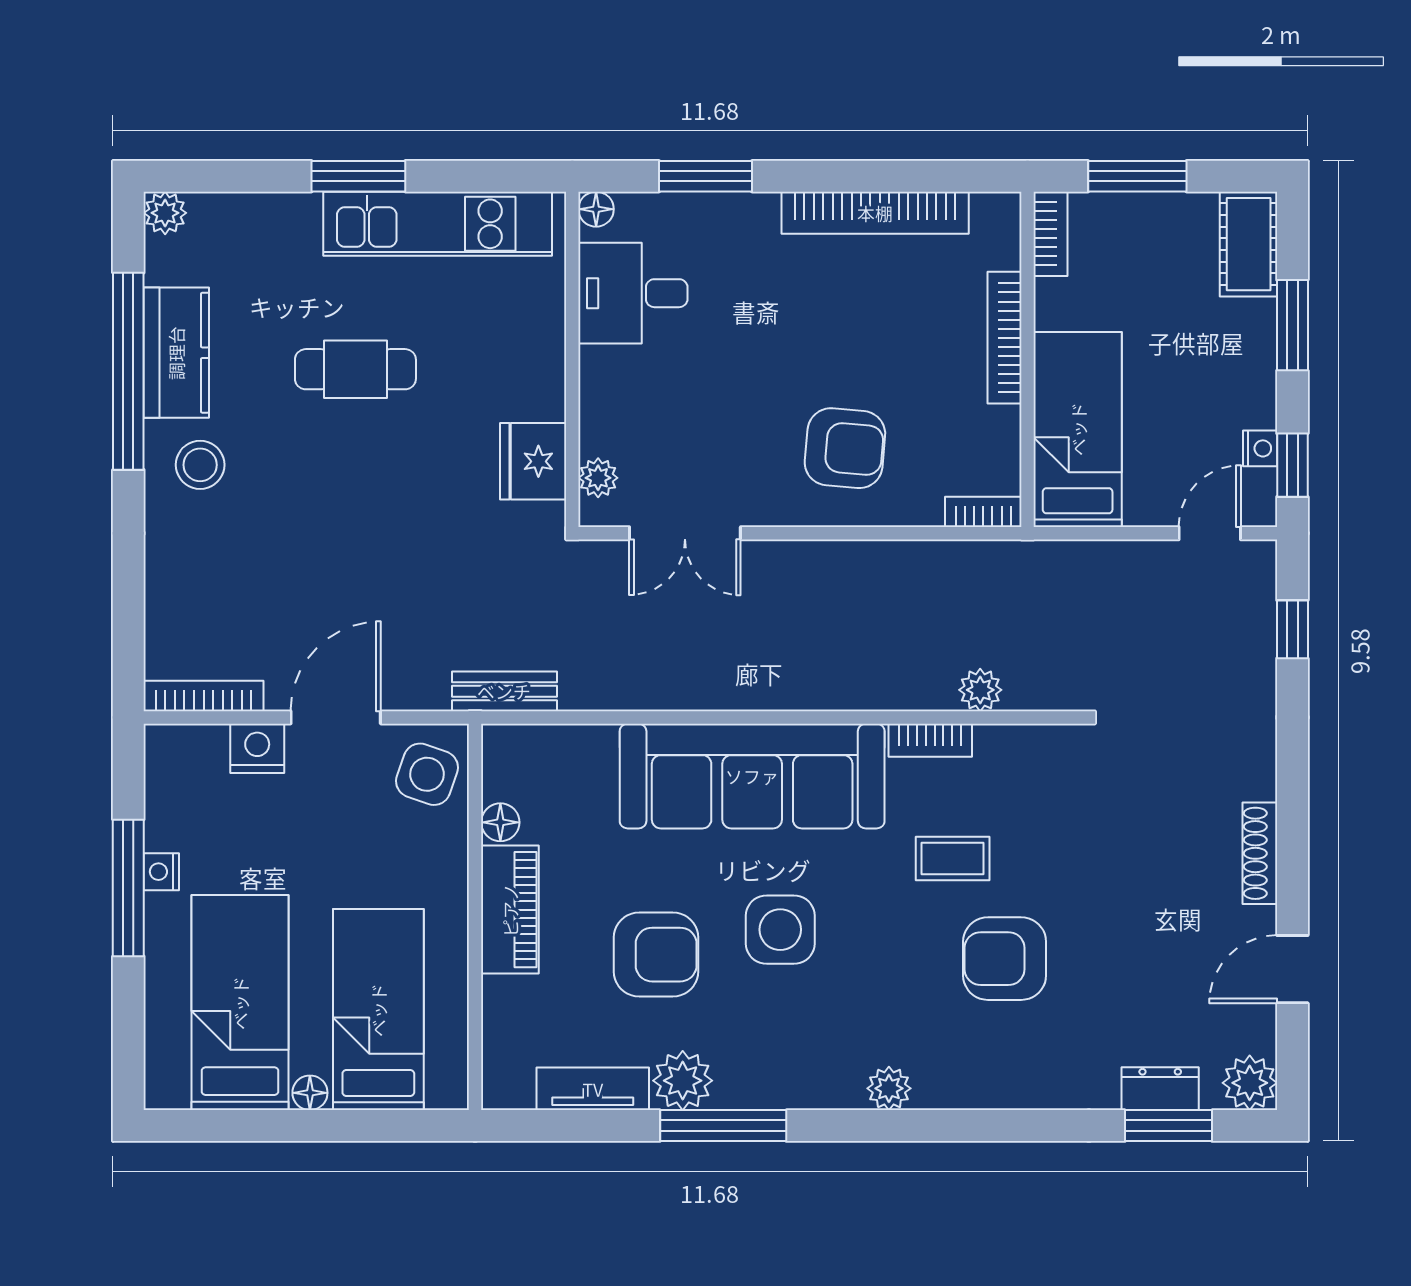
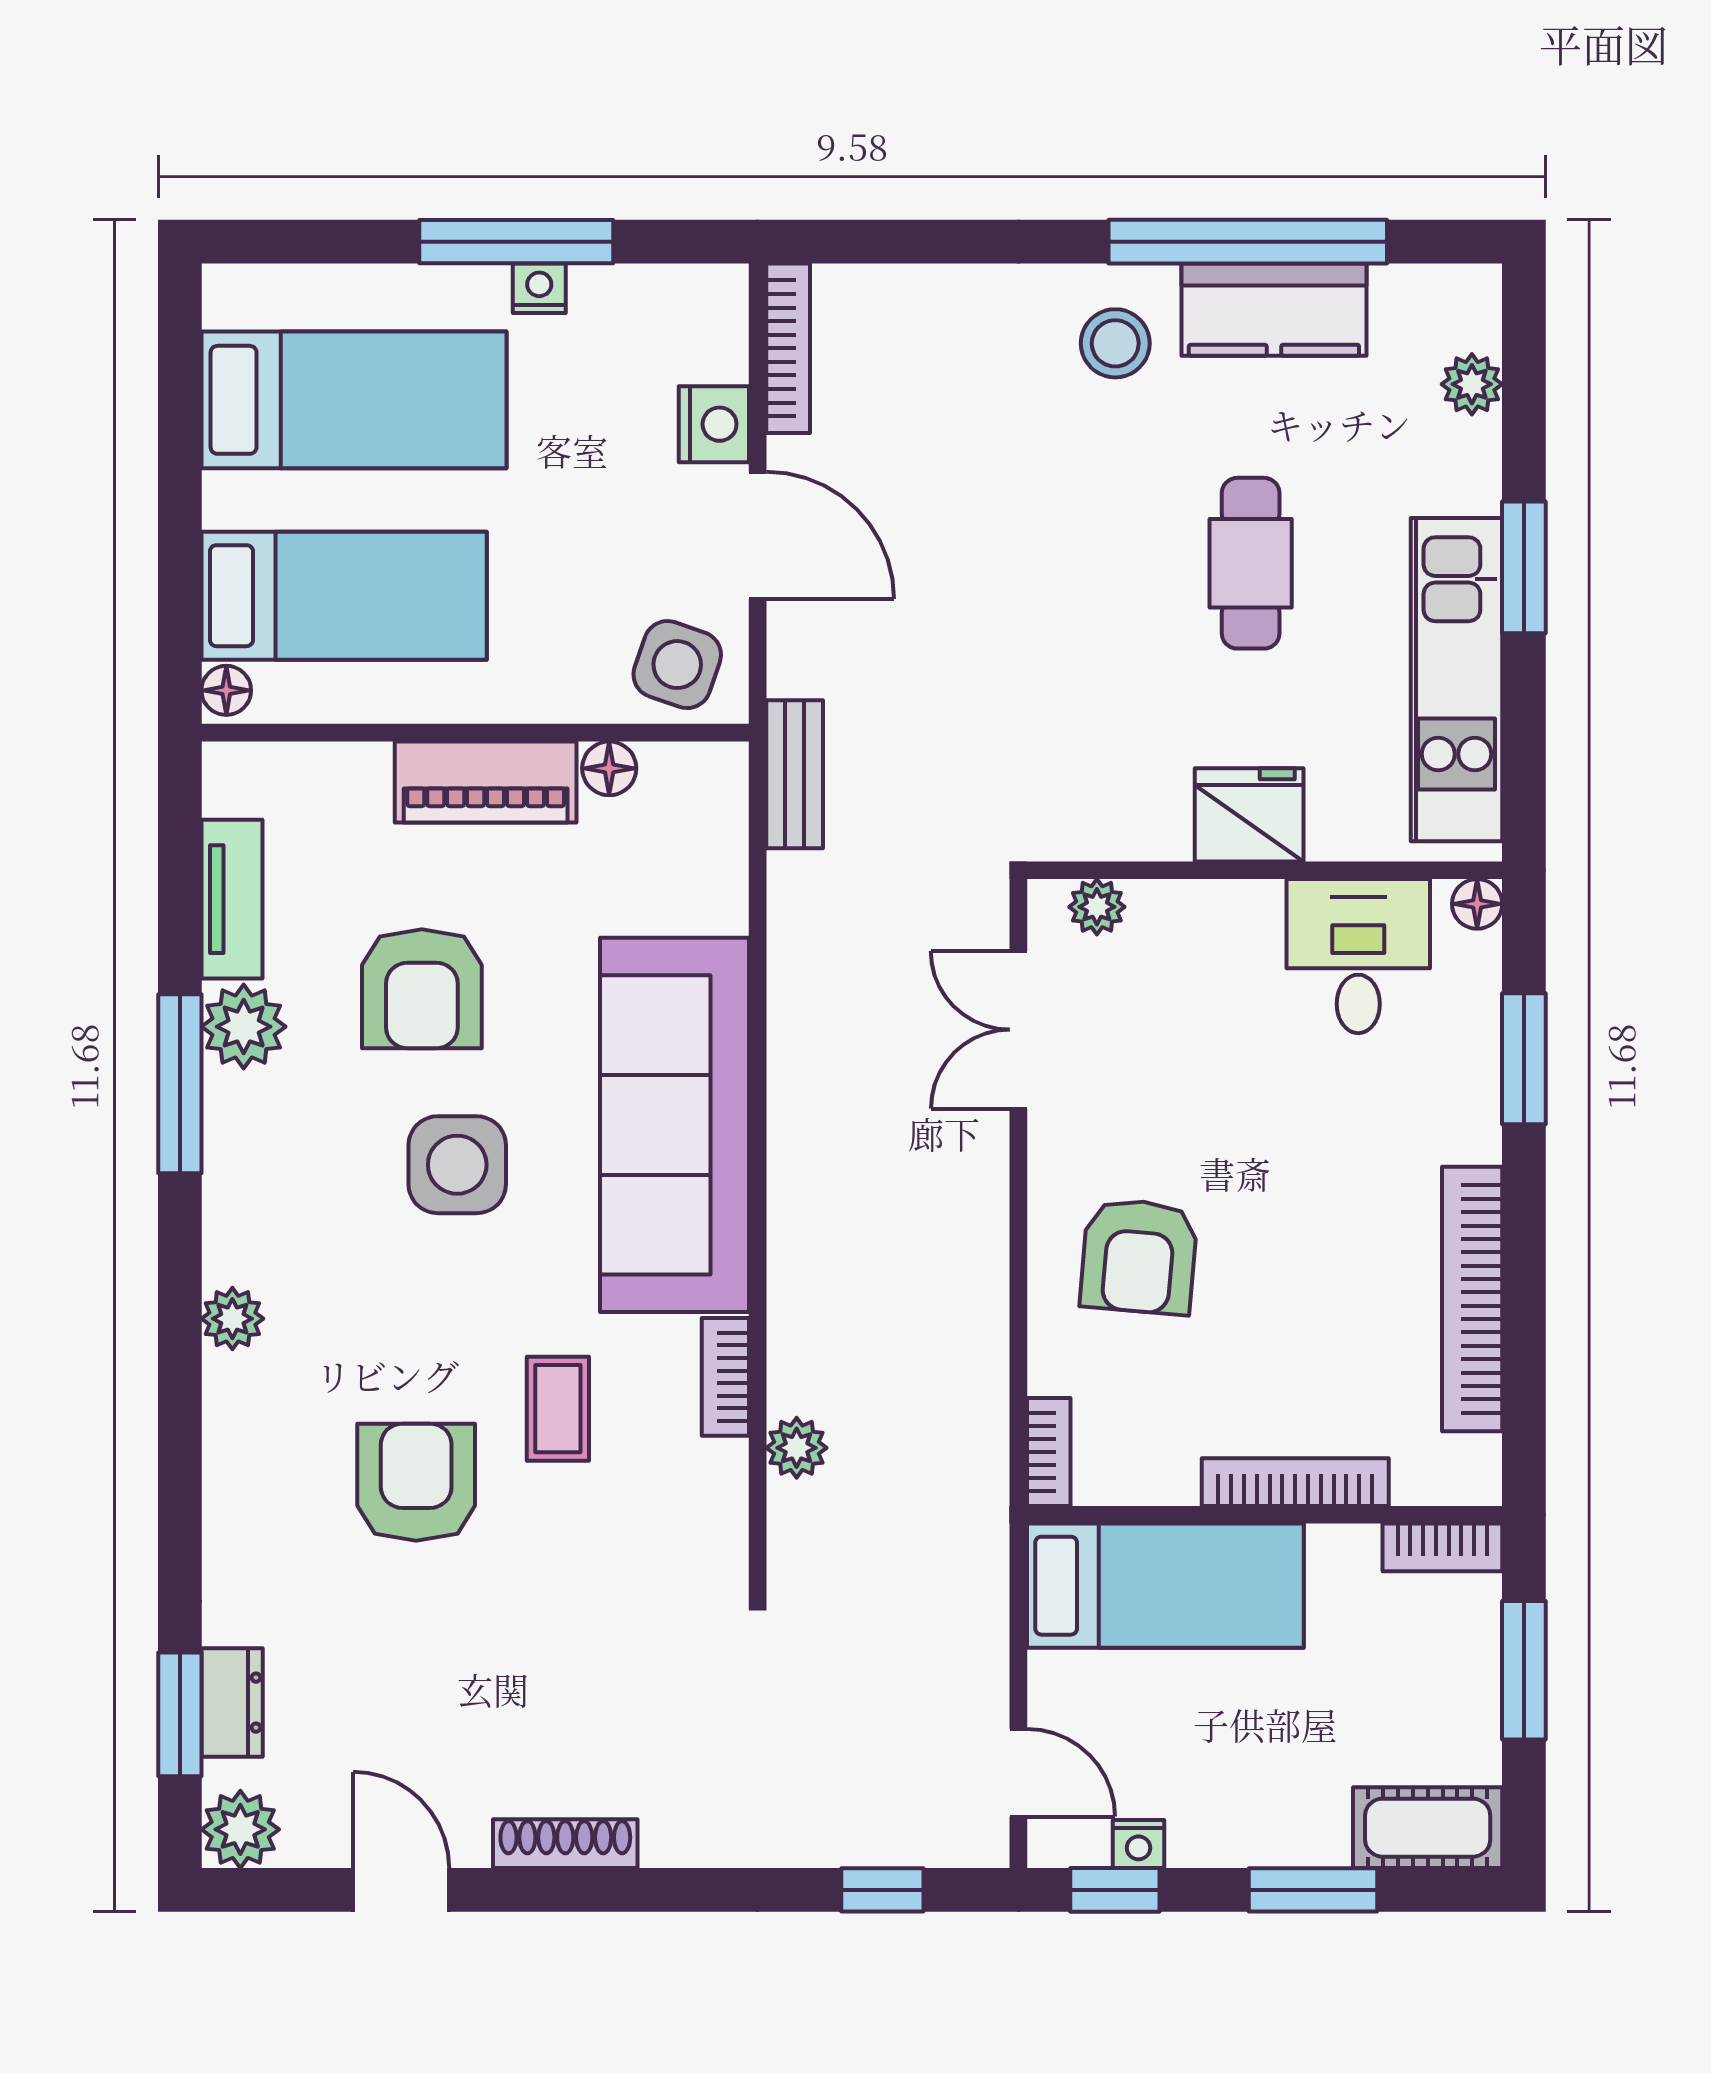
plant: (165, 213) -> (1472, 384), moved
fridge: (533, 461) -> (1249, 815), moved
floor lamp: (310, 1093) -> (226, 690), moved

